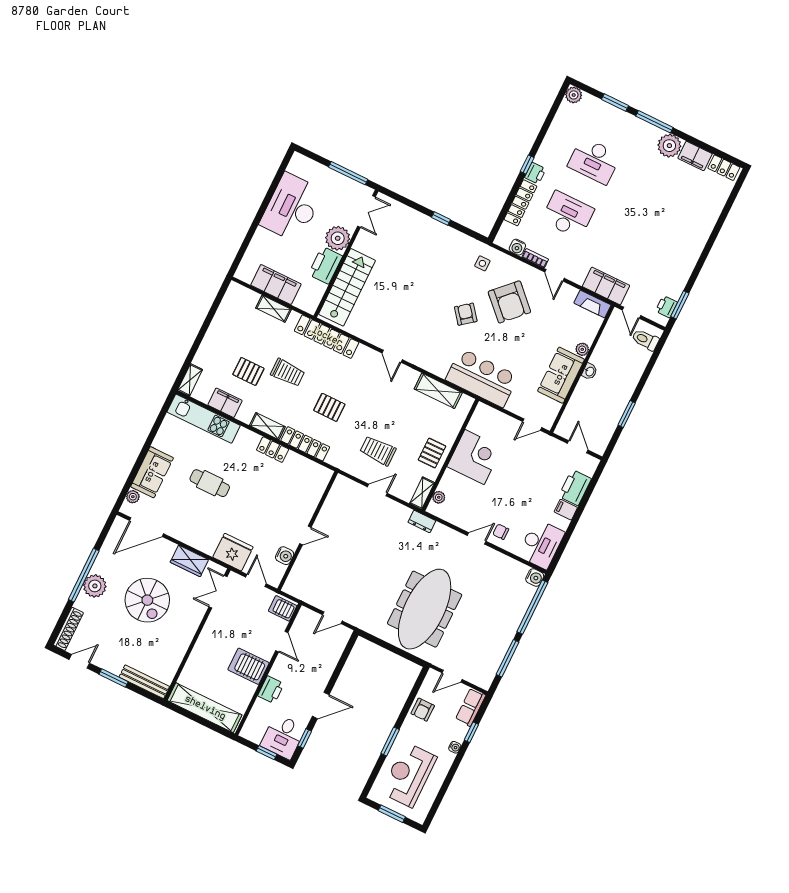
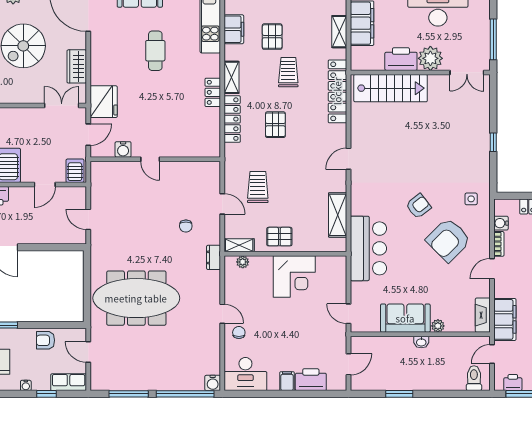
trolley: (288, 373) -> (288, 72), turned 180
chair: (381, 533) -> (186, 226), added

